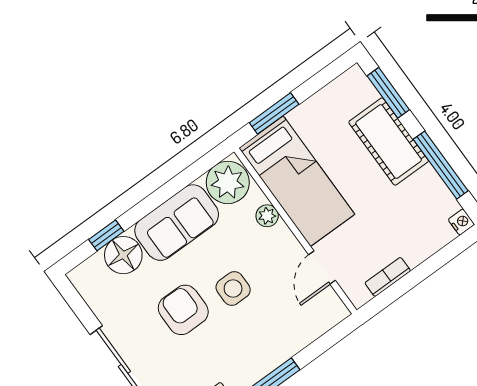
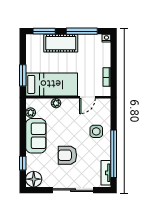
plant: (228, 182) -> (31, 113), width x0.53, depth x0.53
floor lamp: (123, 255) -> (34, 179), moved
door: (322, 268) -> (87, 97), hinge flipped
side table: (233, 289) -> (96, 131), moved

